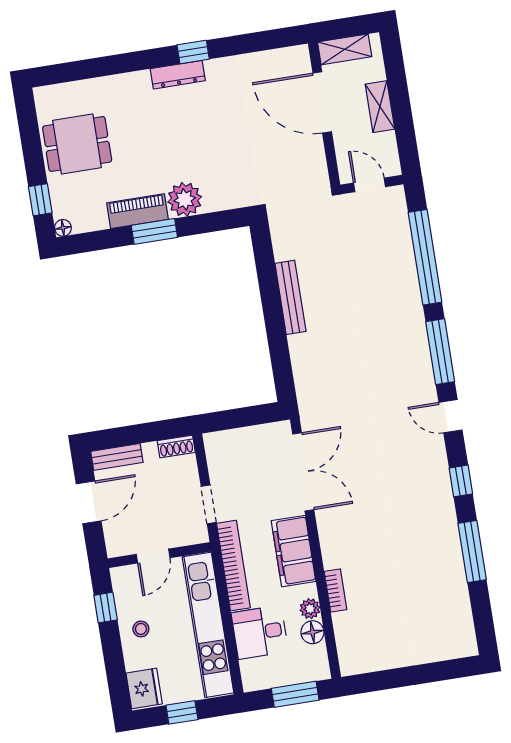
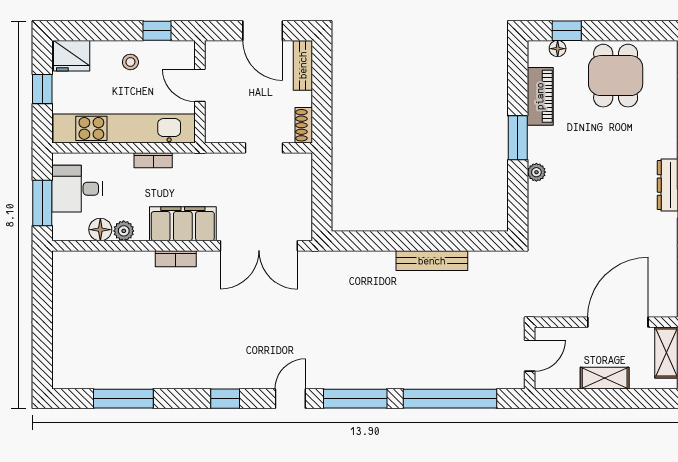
plant: (185, 199) -> (536, 172), width x0.53, depth x0.53
piano: (138, 211) -> (540, 96), moved
floor lamp: (63, 228) -> (558, 49), moved
doorway: (209, 504) -> (264, 148), moved
window: (472, 551) -> (123, 399), moved
bookcase: (233, 566) -> (153, 160), width x0.43, depth x0.76
bookcase: (336, 590) -> (176, 259), moved
desk: (260, 632) -> (77, 189), moved, turned -90

